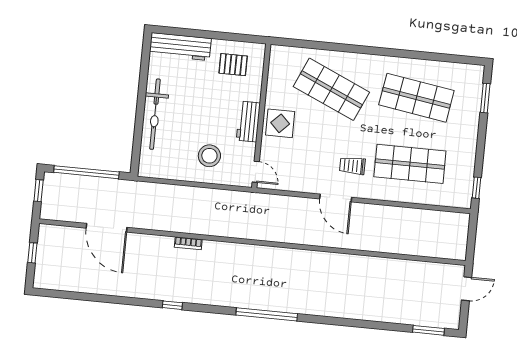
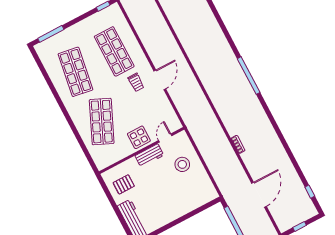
pallet: (233, 65) -> (124, 184), turned 90
window: (485, 98) -> (51, 34), width x1.44
bicycle: (155, 114) -> (179, 209), removed
door: (256, 172) -> (165, 138), moved
window: (172, 305) -> (310, 192), moved

